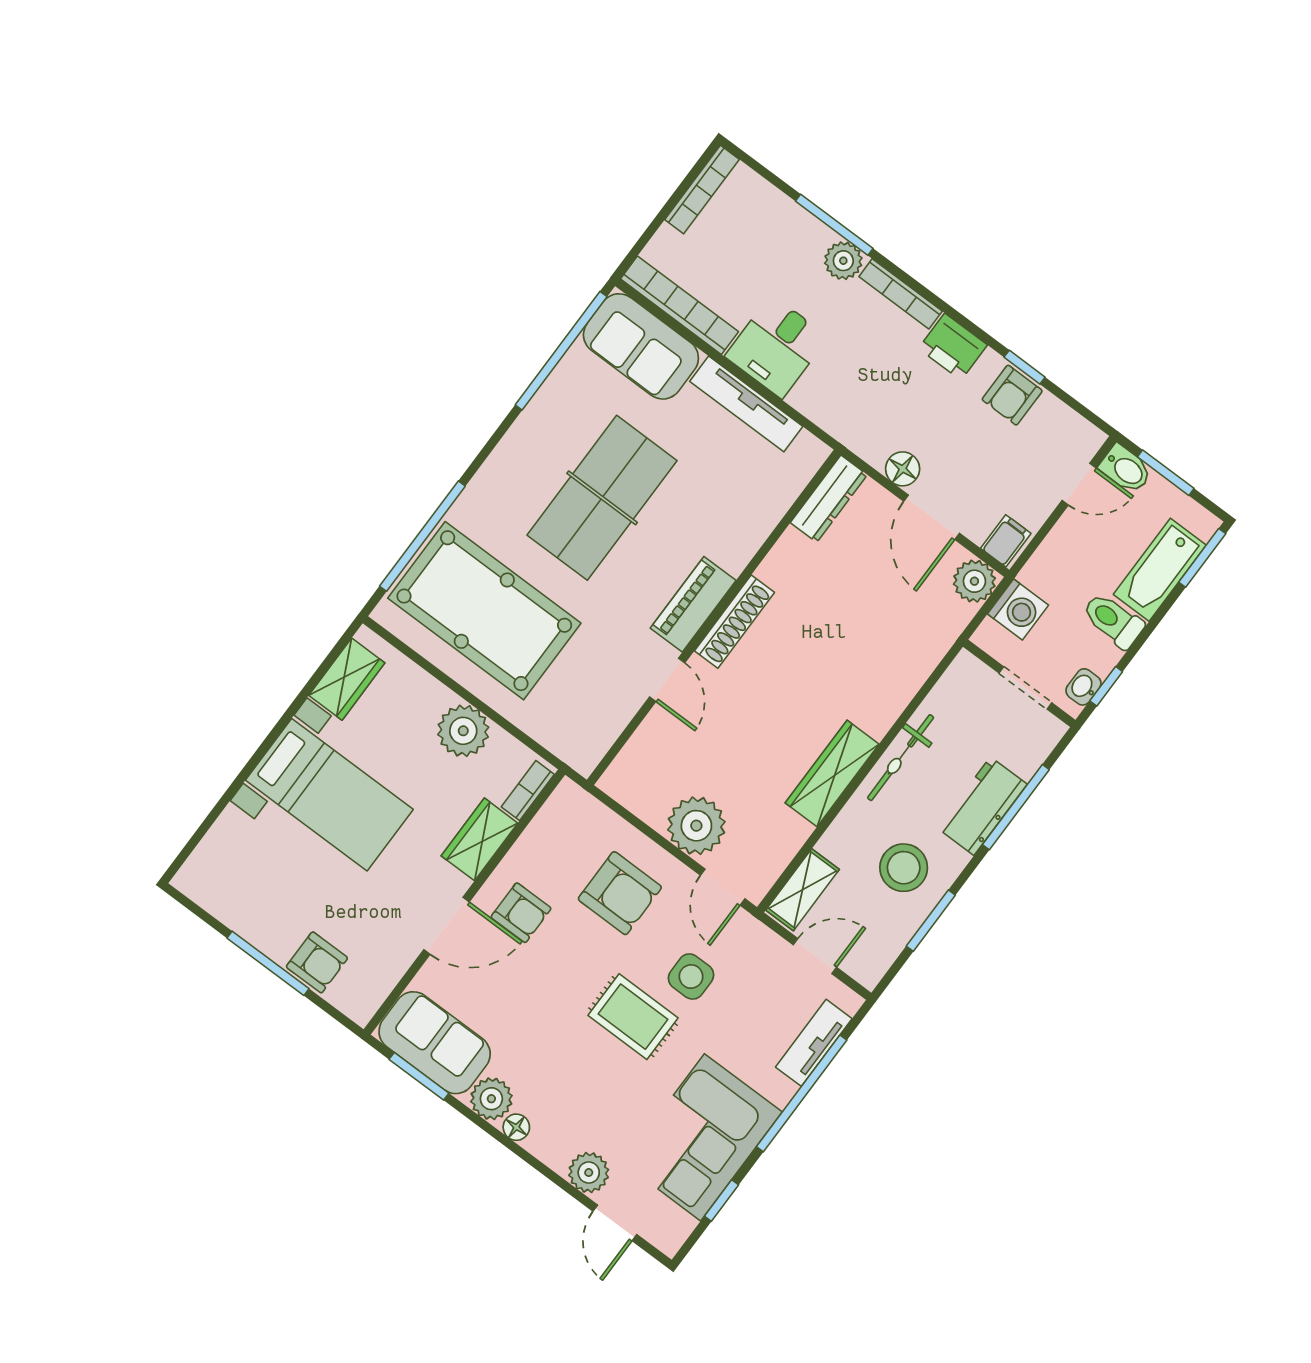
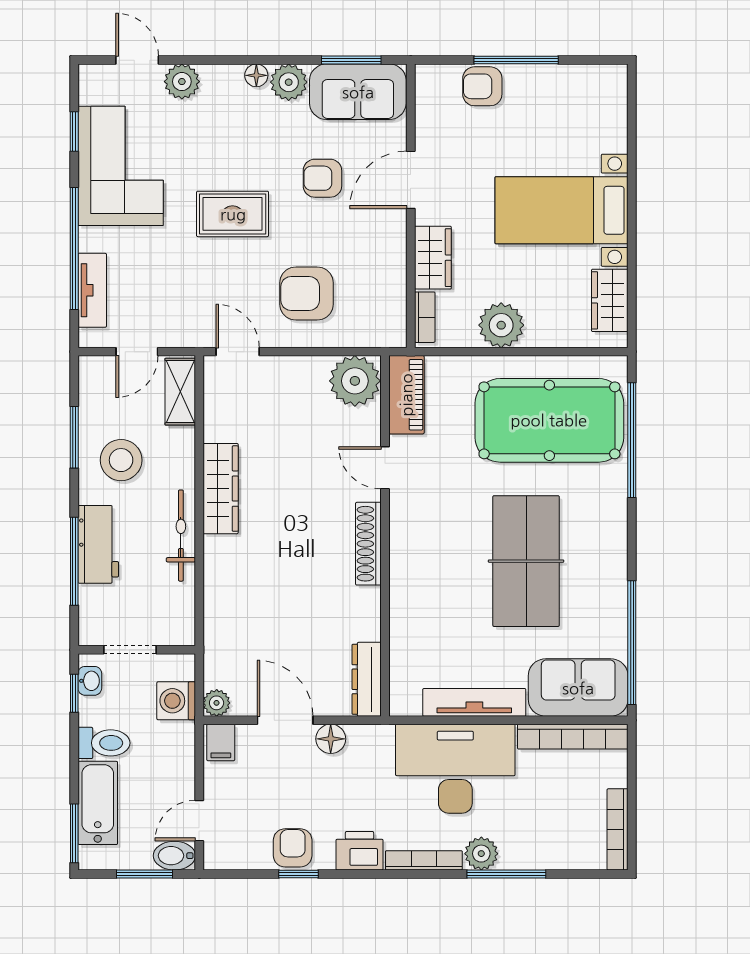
desk: (776, 347) -> (455, 769), width x1.87, depth x1.30
plant: (974, 581) -> (217, 703), width x0.73, depth x0.73
piano: (693, 604) -> (406, 395), moved
plant: (696, 826) -> (355, 381), moved
armchair: (521, 913) -> (322, 178), moved
side table: (691, 977) -> (213, 272), removed

